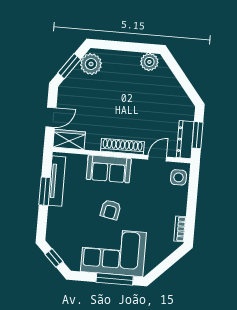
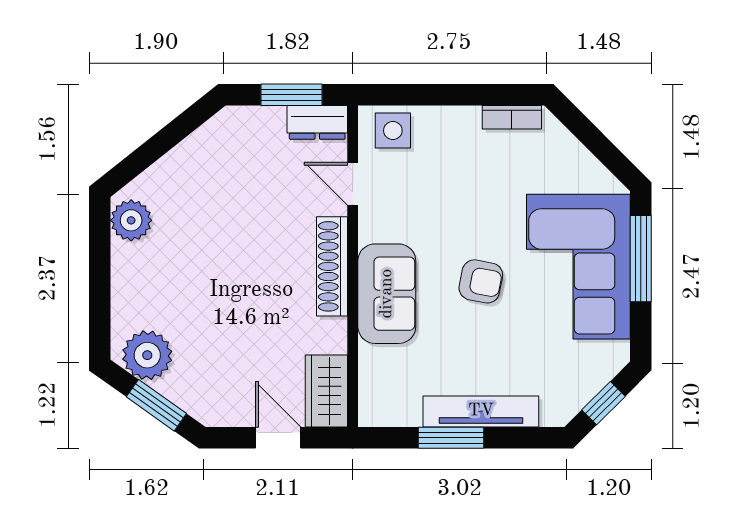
dresser: (185, 140) -> (317, 122), width x0.70
tv unit: (57, 181) -> (481, 411), moved

